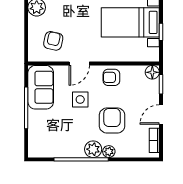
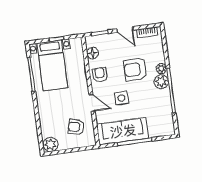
floor lamp: (152, 72) -> (93, 53), moved
armchair: (111, 77) -> (100, 75), turned 180
sofa: (41, 87) -> (123, 131), width x1.36

